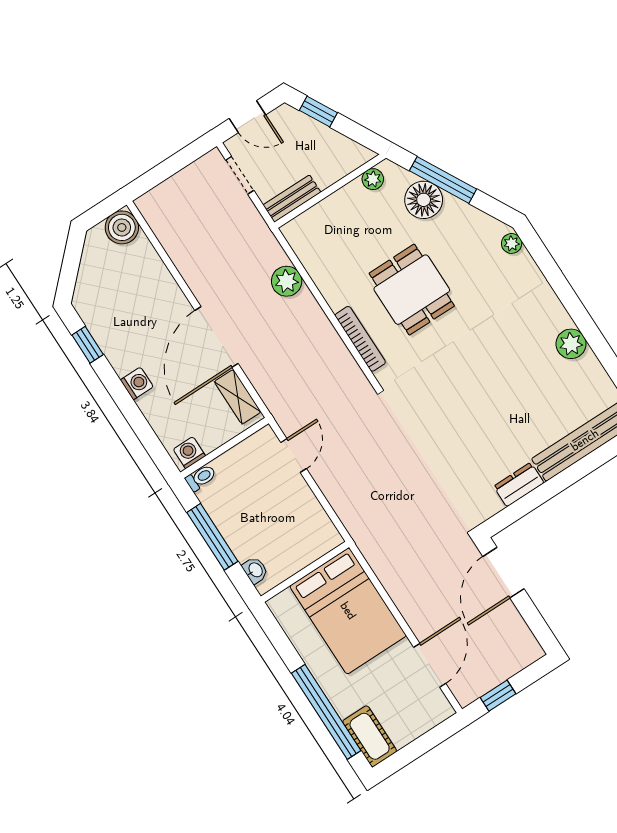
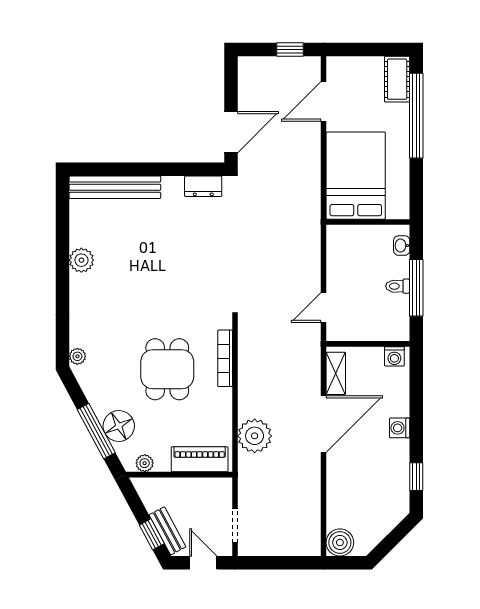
bench: (292, 199) -> (167, 531), moved, turned 62
piano: (319, 219) -> (200, 459), added
plant: (287, 281) -> (255, 436), width x1.36, depth x1.36
toilet: (201, 478) -> (398, 286), moved
dresser: (519, 485) -> (203, 186), moved

